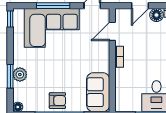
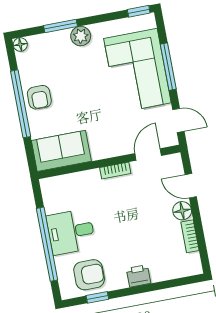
door: (112, 31) -> (148, 154), hinge flipped
plant: (20, 75) -> (81, 36), moved

